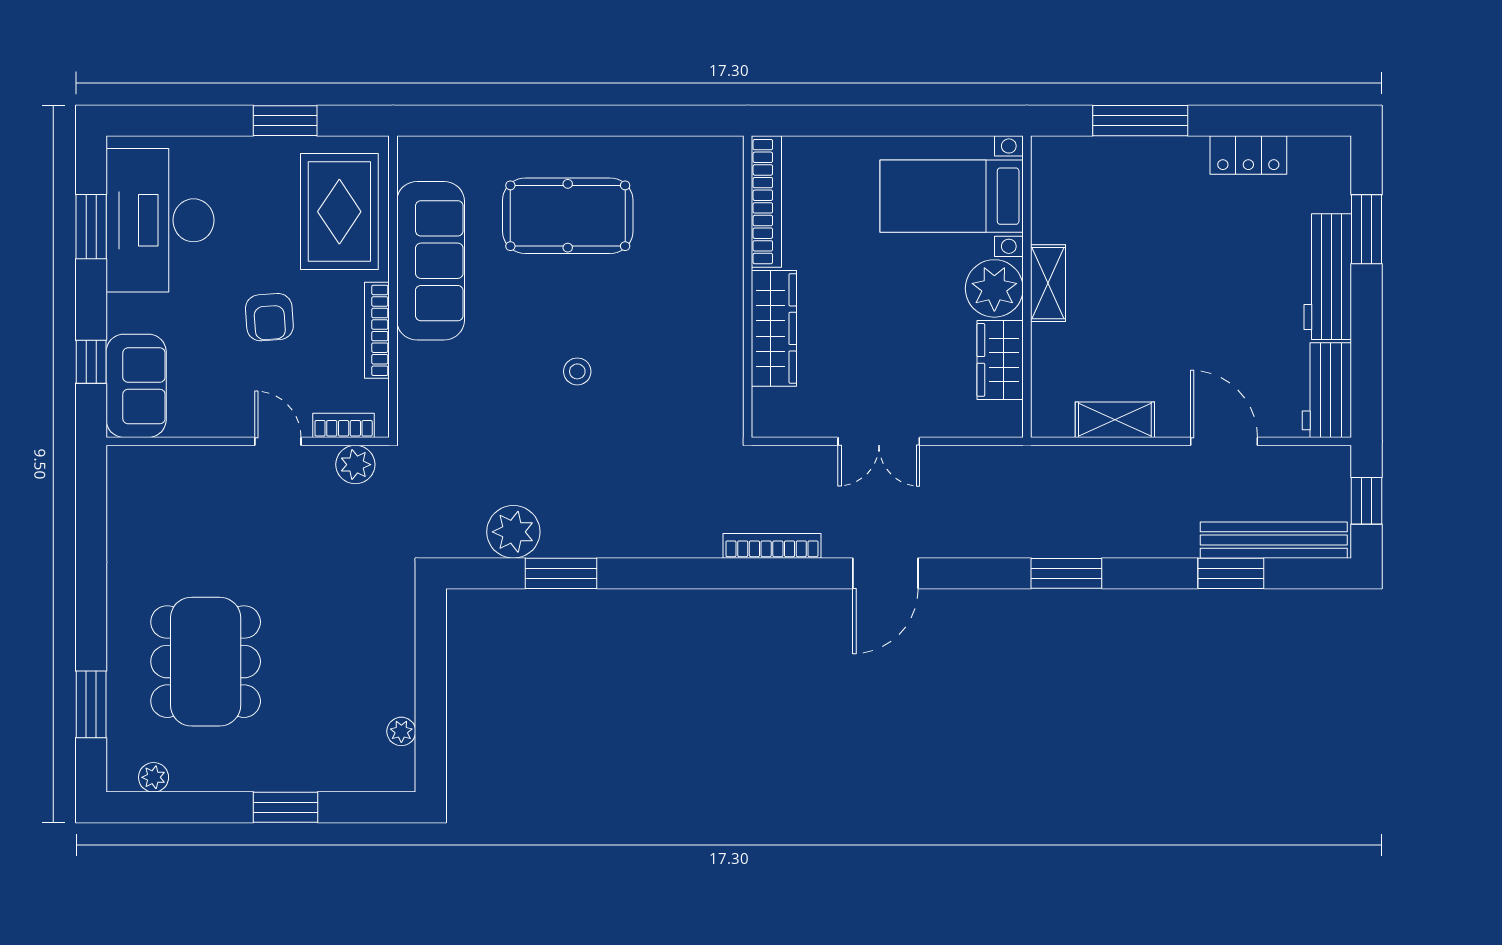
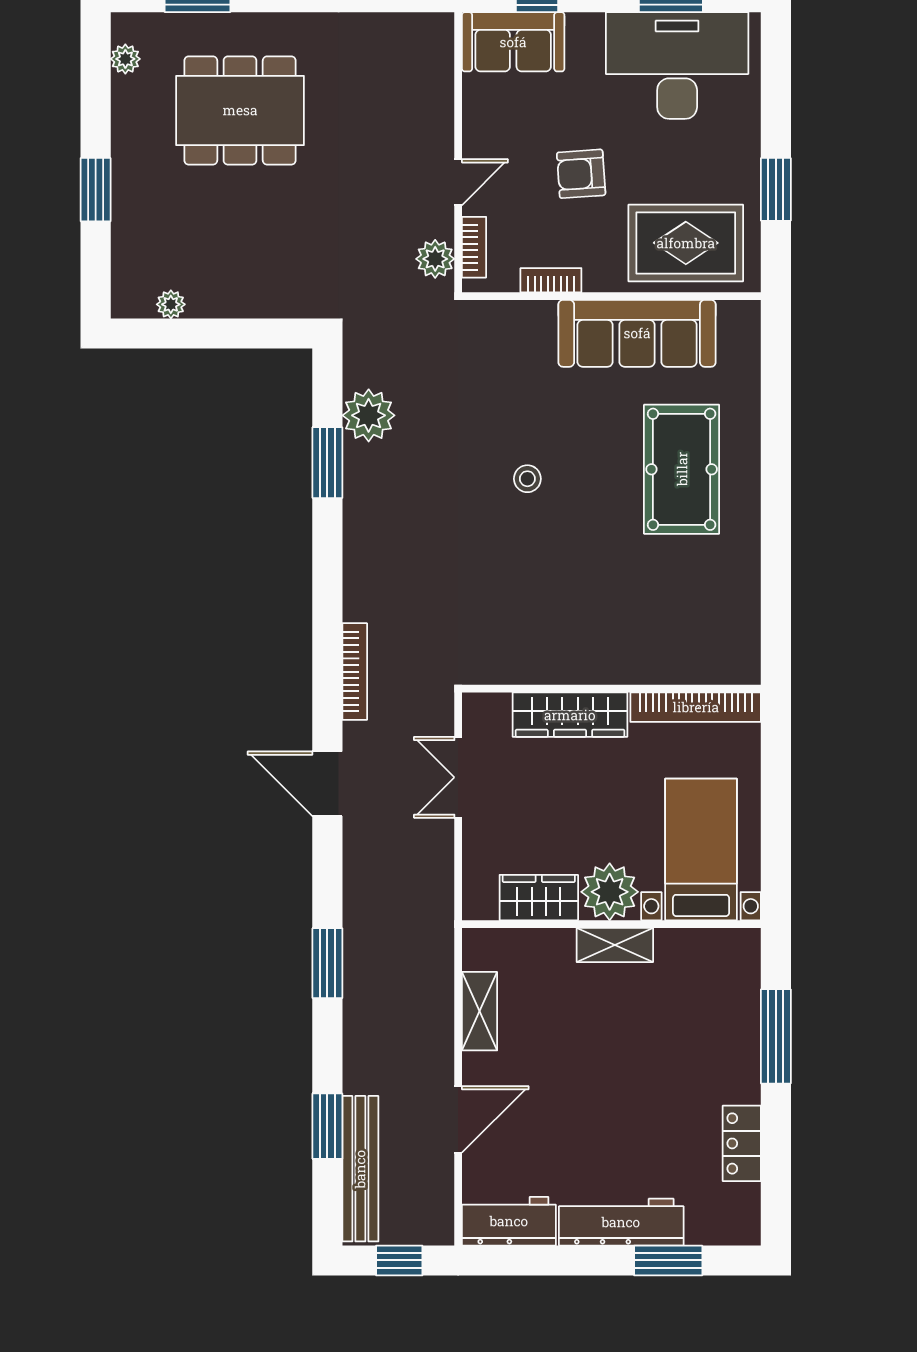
bookcase: (766, 202) -> (696, 707), moved
wall: (748, 287) -> (611, 689), moved
wardrobe: (774, 328) -> (570, 715), moved
bookcase: (377, 330) -> (551, 280), width x0.64

